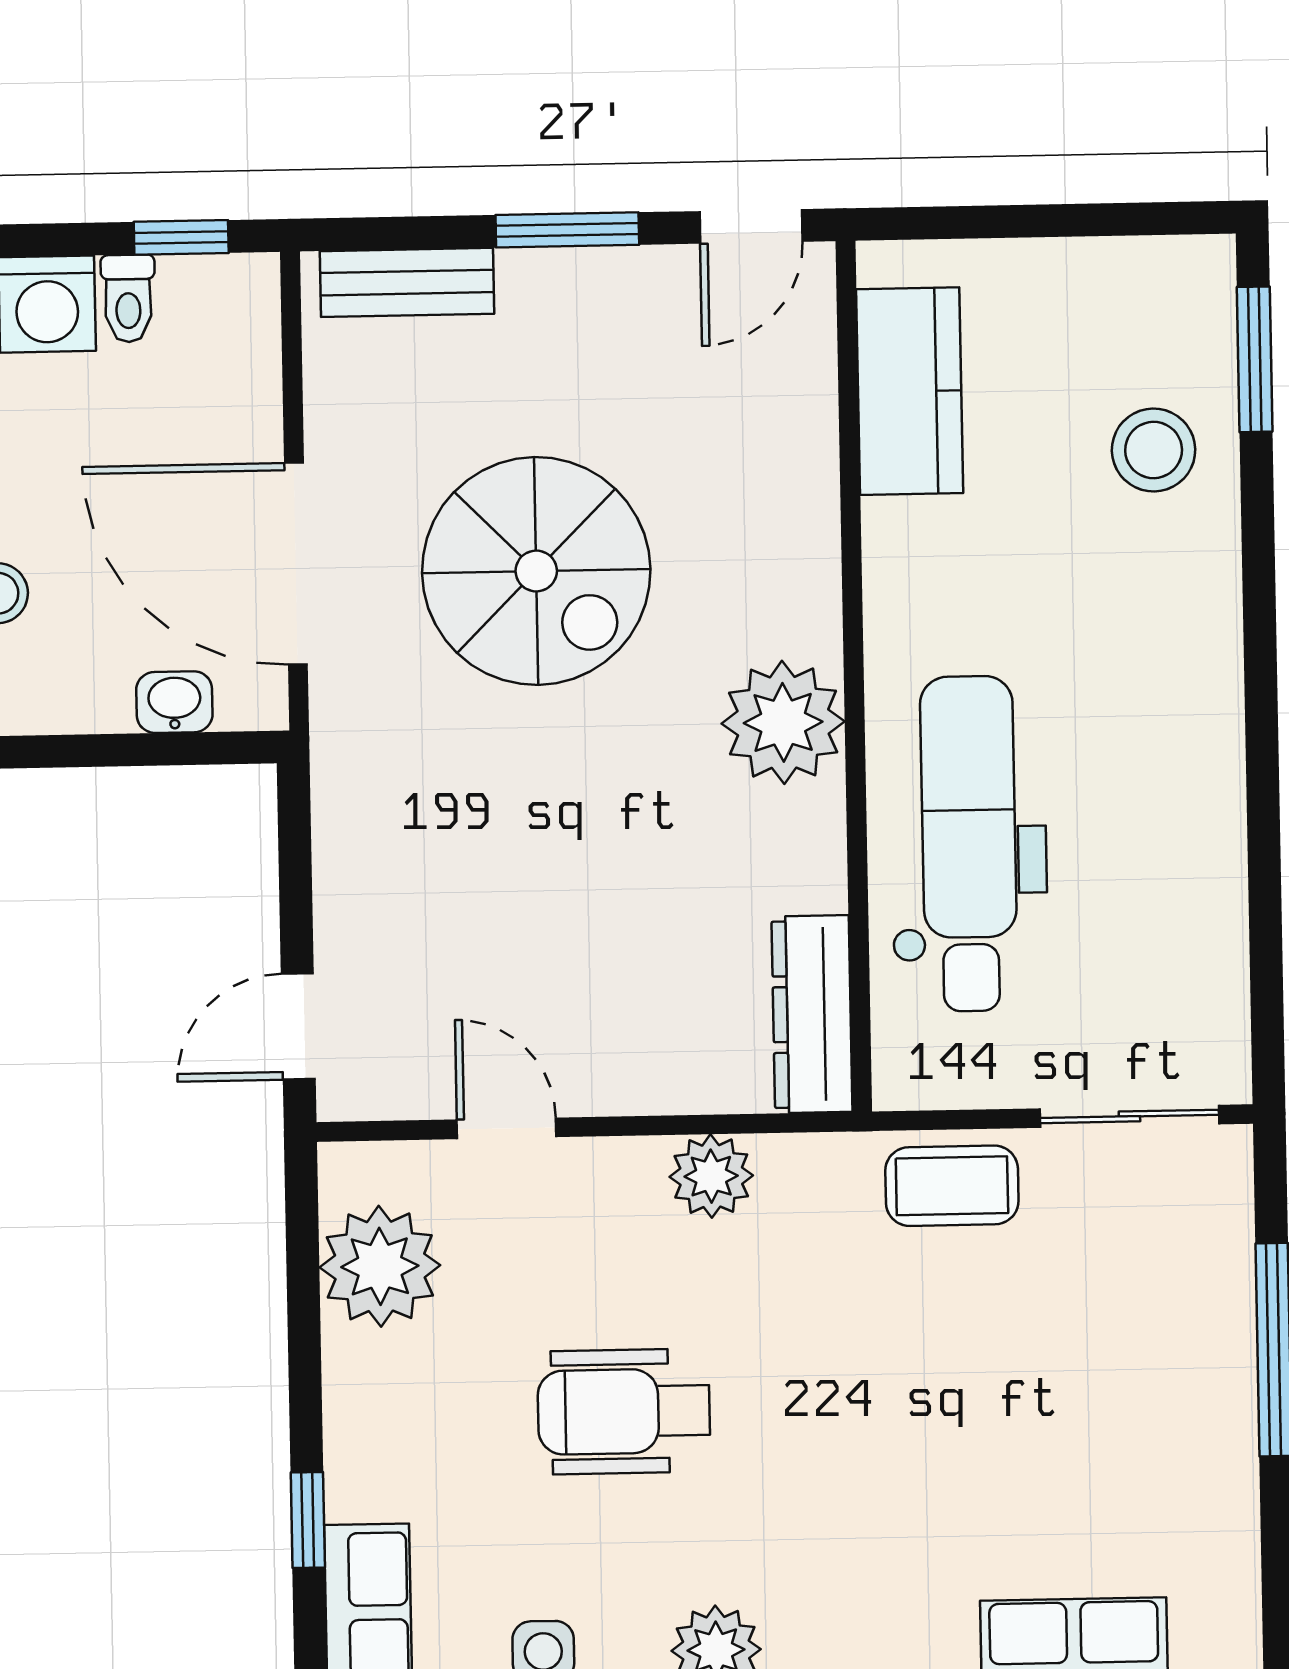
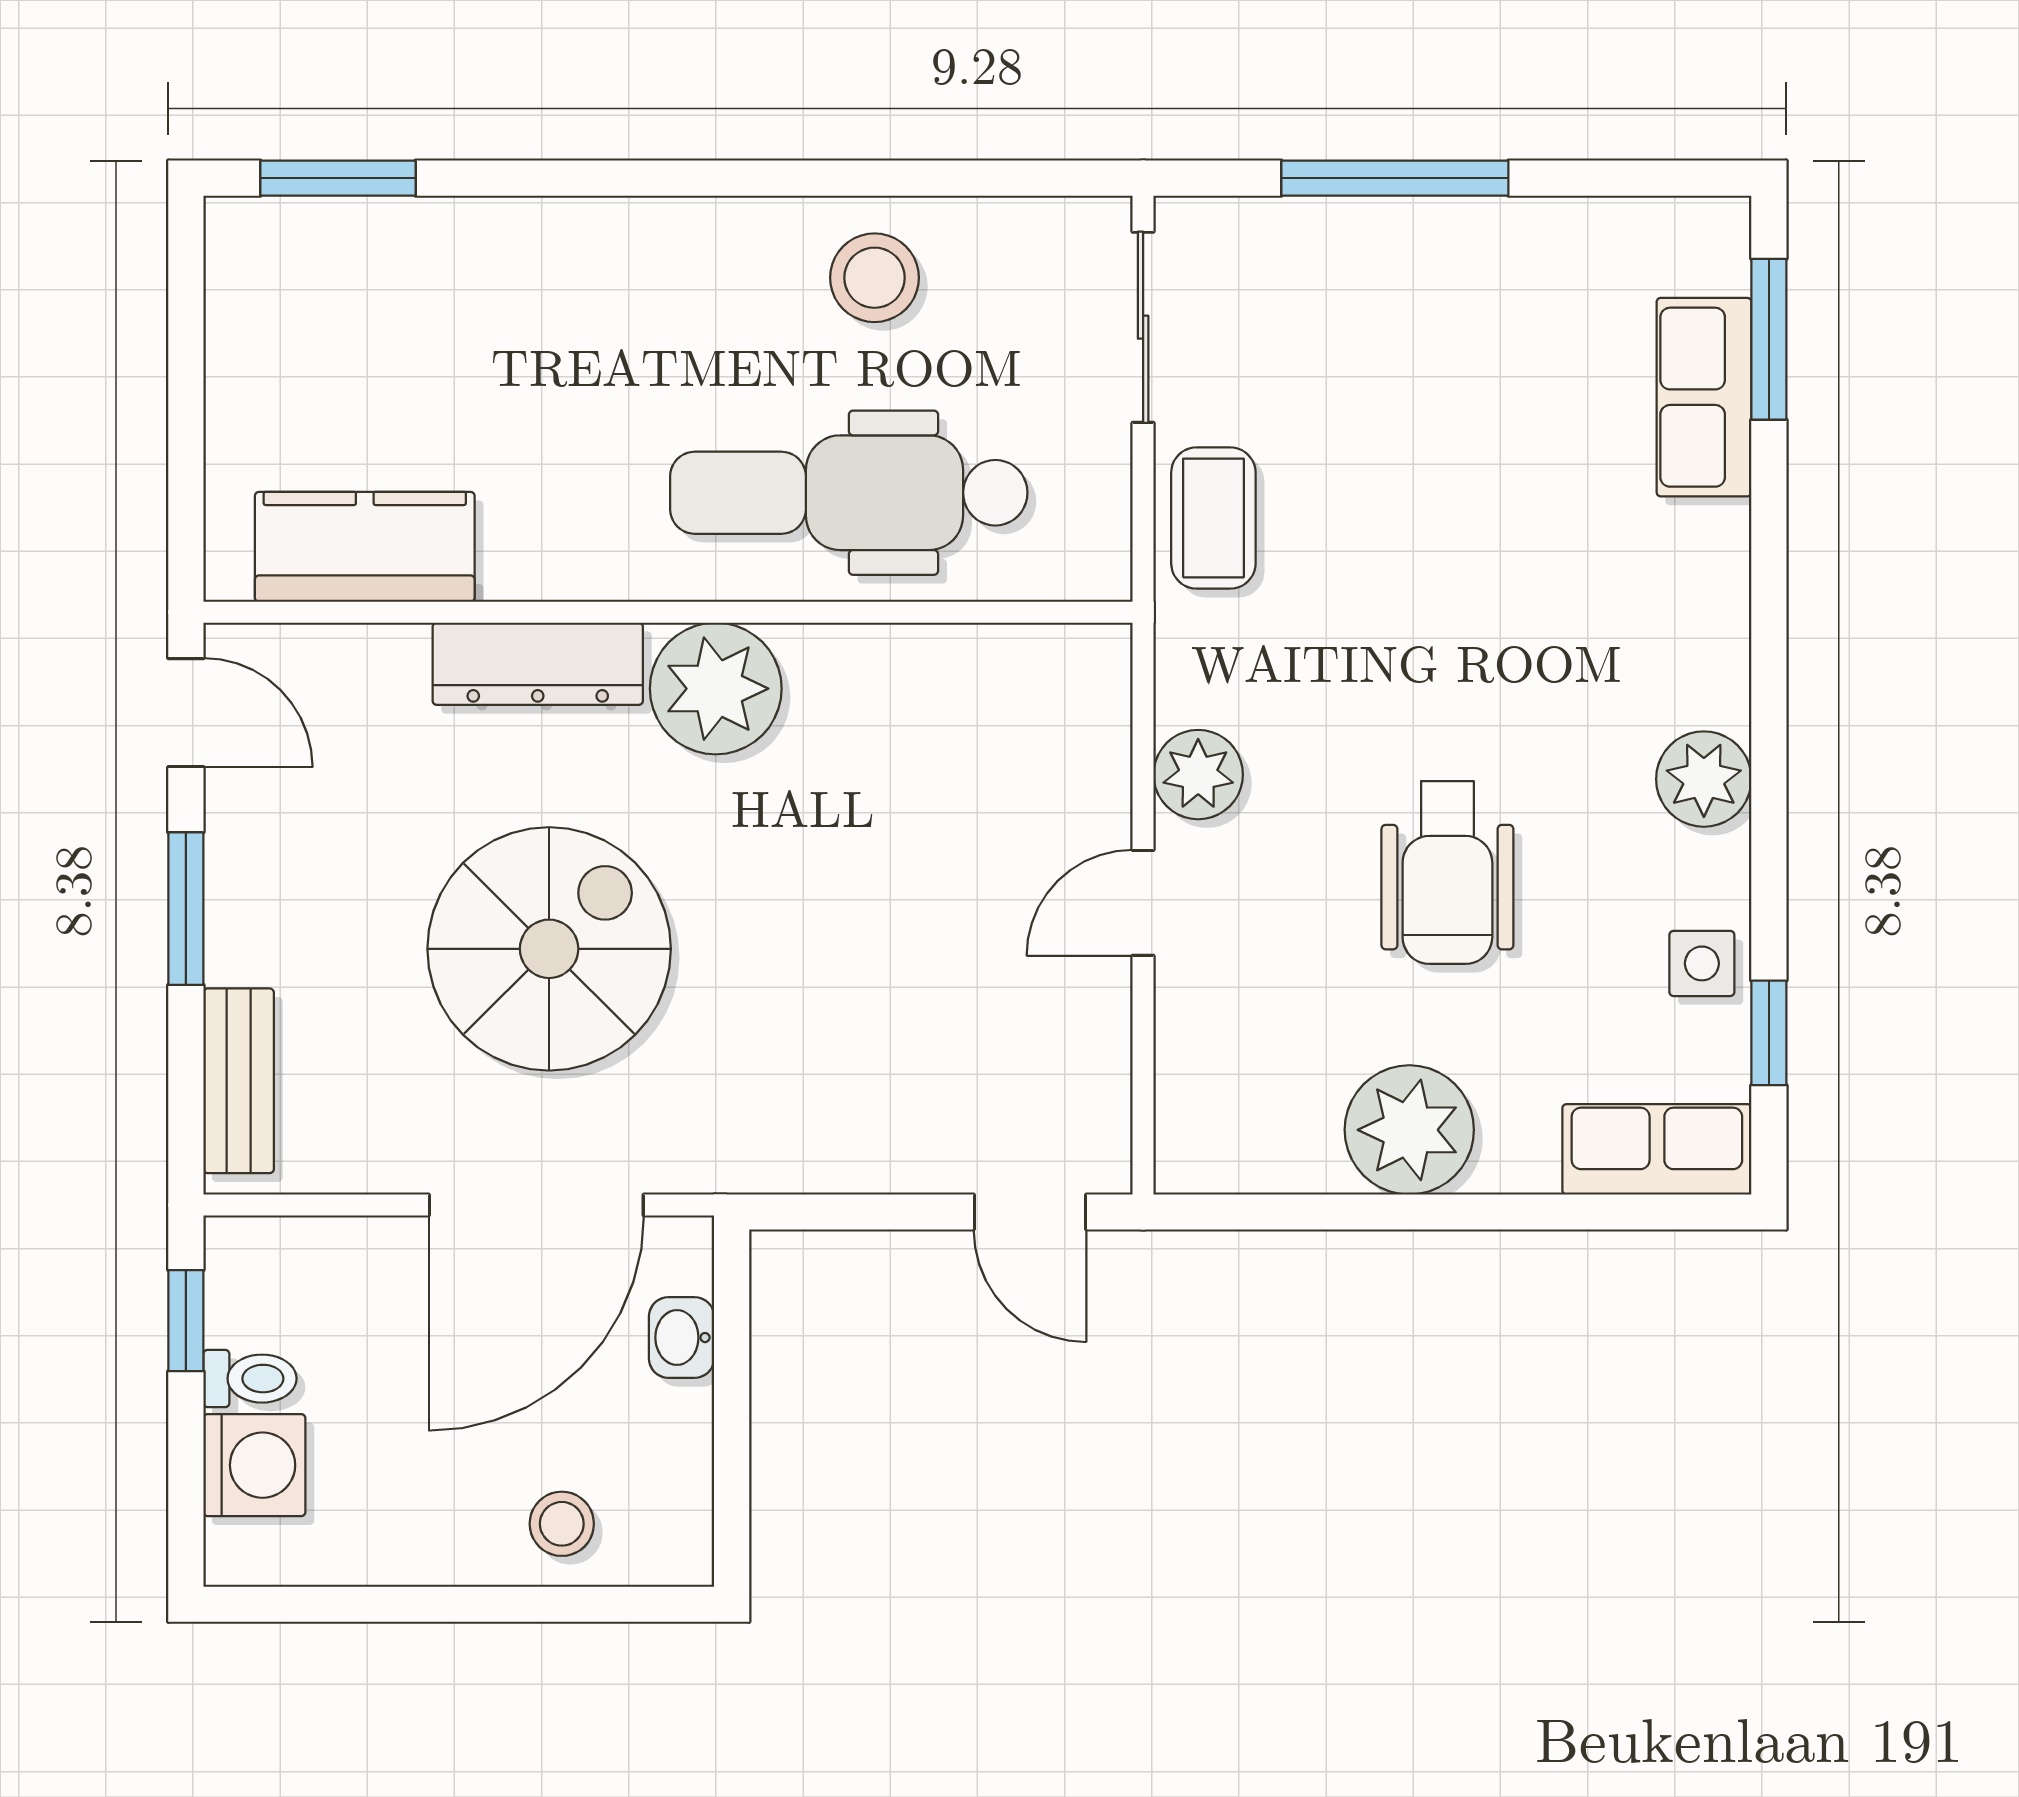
stool: (1154, 450) -> (874, 278), moved
dresser: (812, 1014) -> (538, 664), moved
door: (507, 1128) -> (1143, 903), moved
plant: (380, 1266) -> (1409, 1130), moved
window: (308, 1520) -> (1557, 1212), removed

